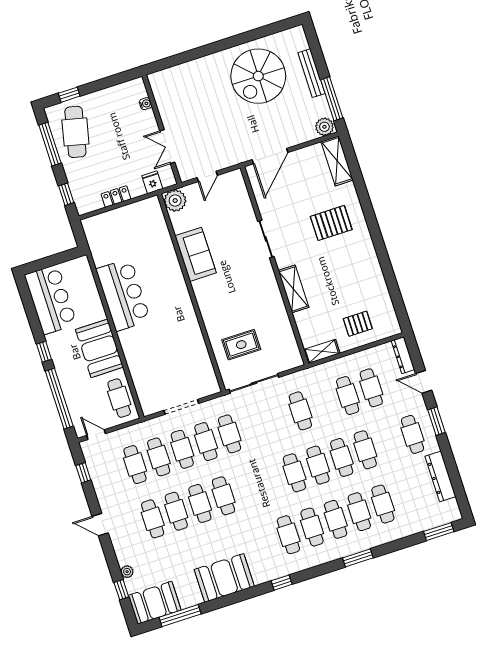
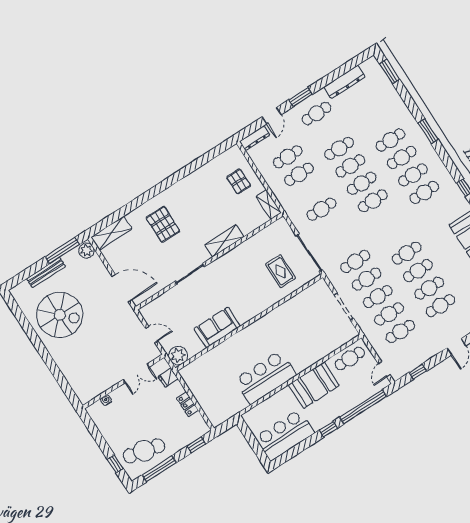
cafe table: (383, 504) -> (379, 123), removed

